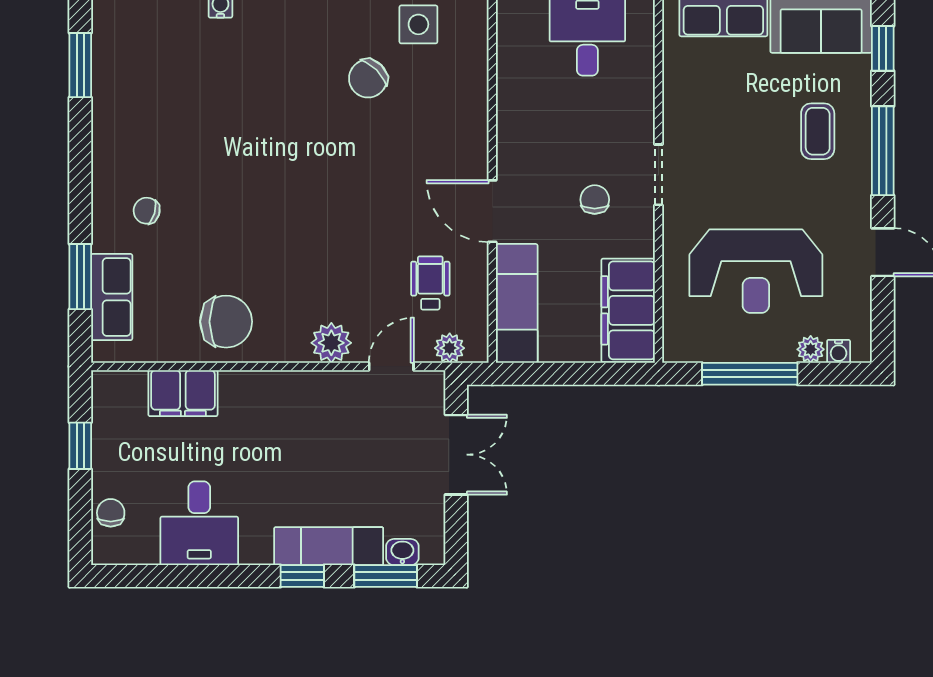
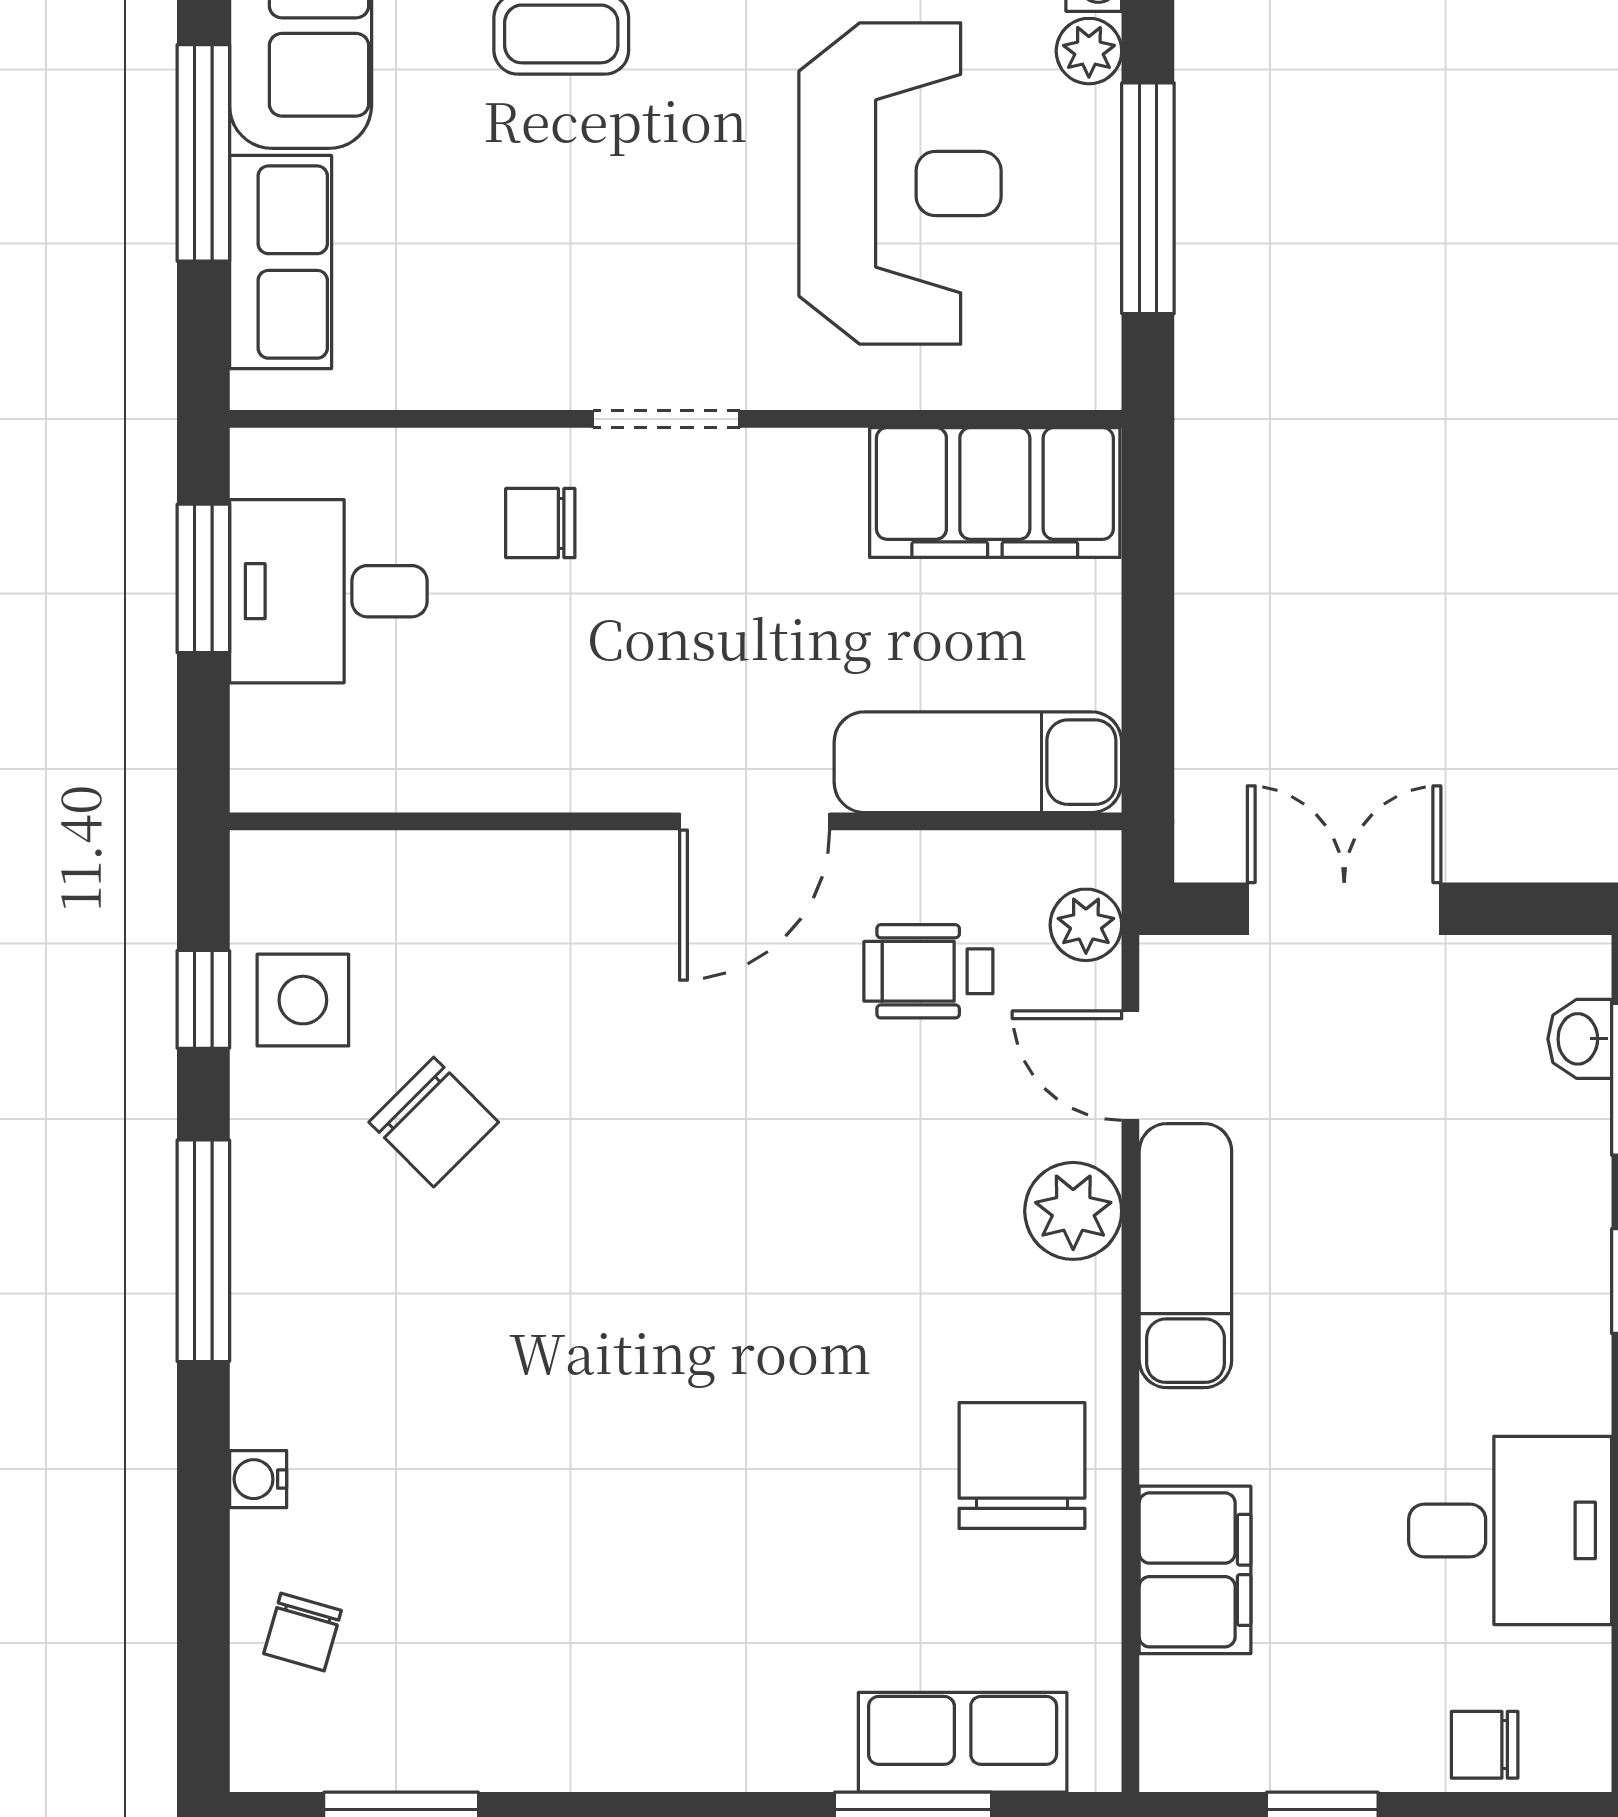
chair: (595, 200) -> (540, 523), moved
chair: (147, 211) -> (303, 1632), moved
exam couch: (329, 546) -> (1185, 1256), moved, turned 180

